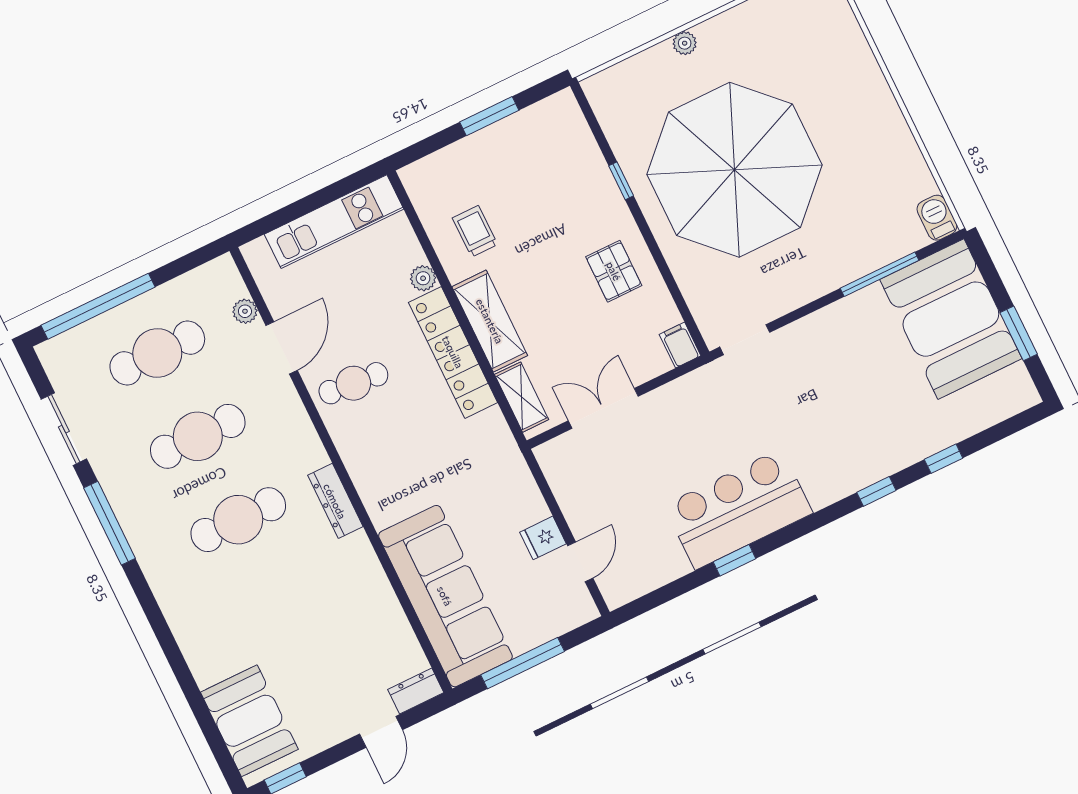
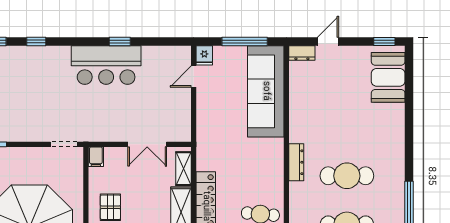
fridge: (543, 538) -> (204, 55), moved, turned 90

